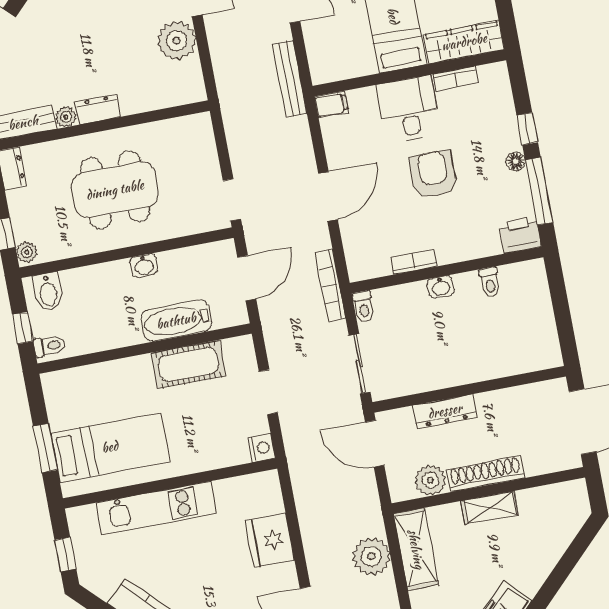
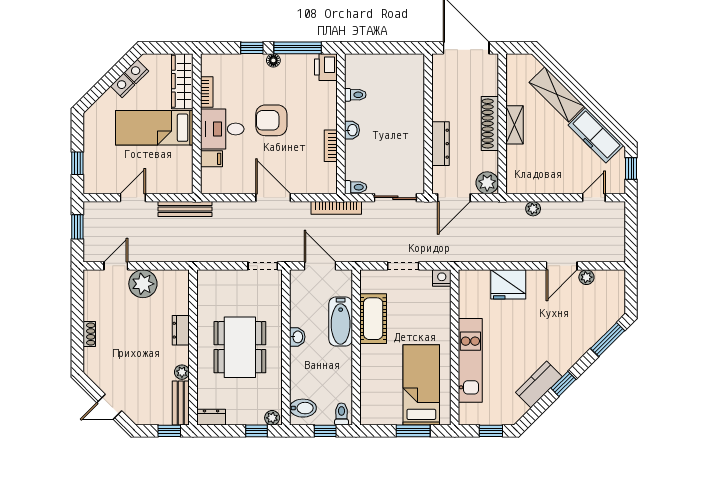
filing cabinet: (331, 105) -> (211, 159), moved, turned 90
dresser: (98, 109) -> (181, 330), moved
plant: (430, 480) -> (487, 183), moved
shelving: (416, 549) -> (557, 94), moved, turned 45
plant: (371, 556) -> (533, 209), width x0.53, depth x0.53

